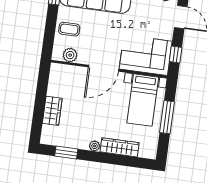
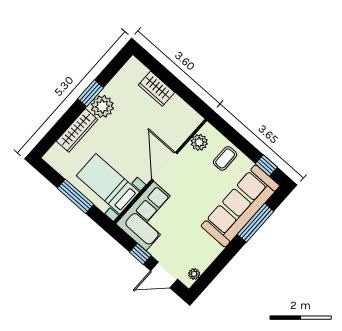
window: (176, 54) -> (140, 254), moved
plant: (95, 146) -> (102, 106), width x1.88, depth x1.88
window: (66, 153) -> (90, 93), moved

